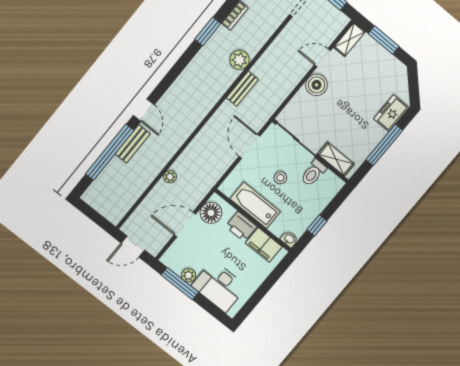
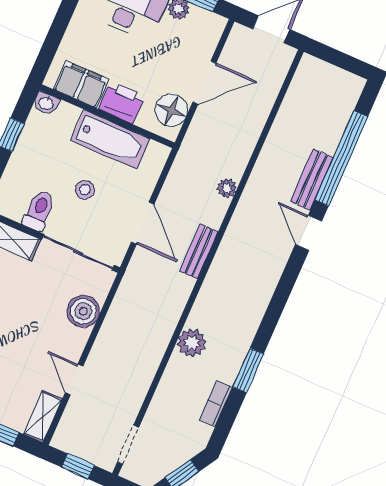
door: (322, 58) -> (74, 379), swing flipped
boiler: (317, 85) -> (83, 311), moved
bench: (242, 89) -> (199, 251), moved
plant: (170, 177) -> (227, 188), moved

